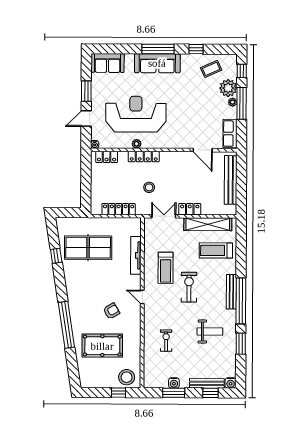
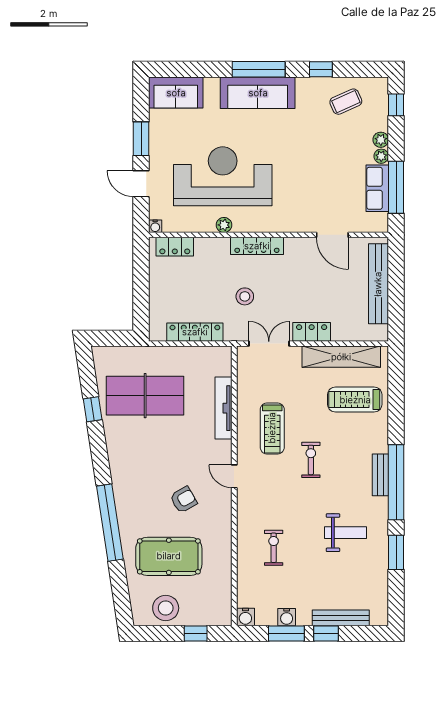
plant: (228, 88) -> (381, 140), width x0.53, depth x0.53
window: (242, 103) -> (396, 187), moved
door: (86, 118) -> (141, 184), hinge flipped
row of seats: (230, 134) -> (377, 188), moved
locker: (144, 157) -> (257, 246), moved
exercise bike: (189, 287) -> (311, 460), width x0.73, depth x0.72
bench: (231, 292) -> (380, 475), width x0.73
stool: (127, 377) -> (166, 608), moved
water cooler: (231, 383) -> (245, 617), moved
window: (210, 393) -> (326, 633), moved

